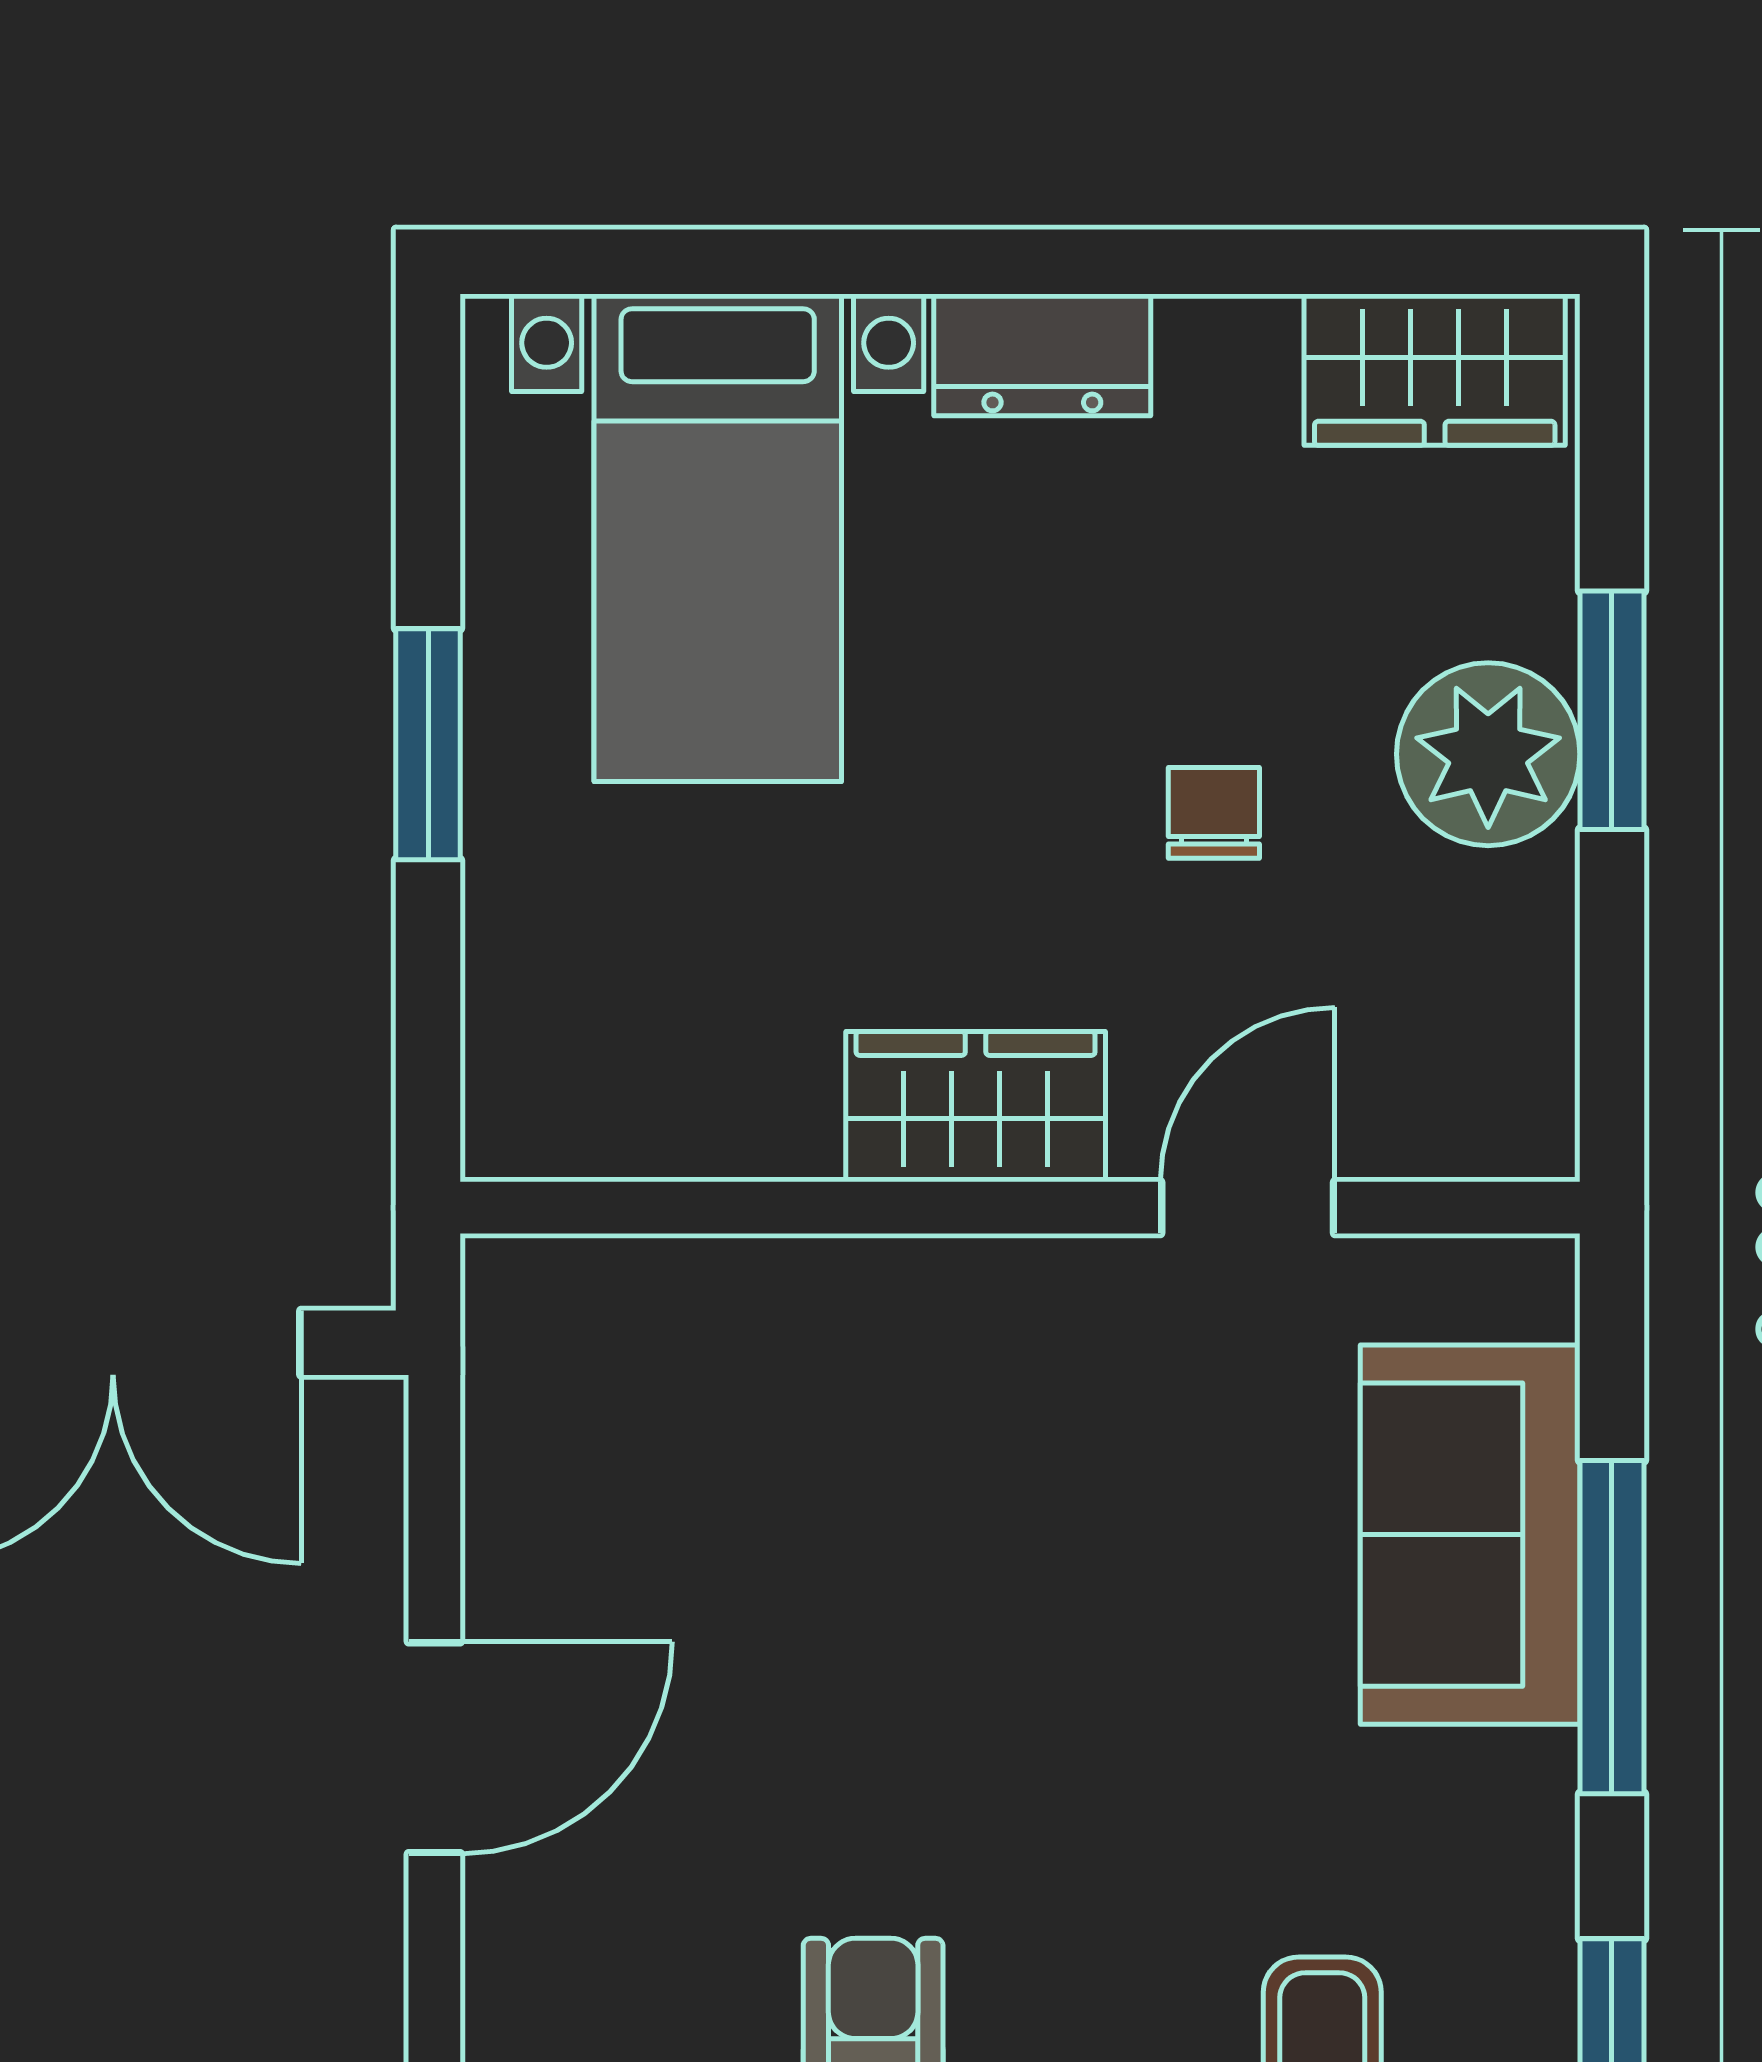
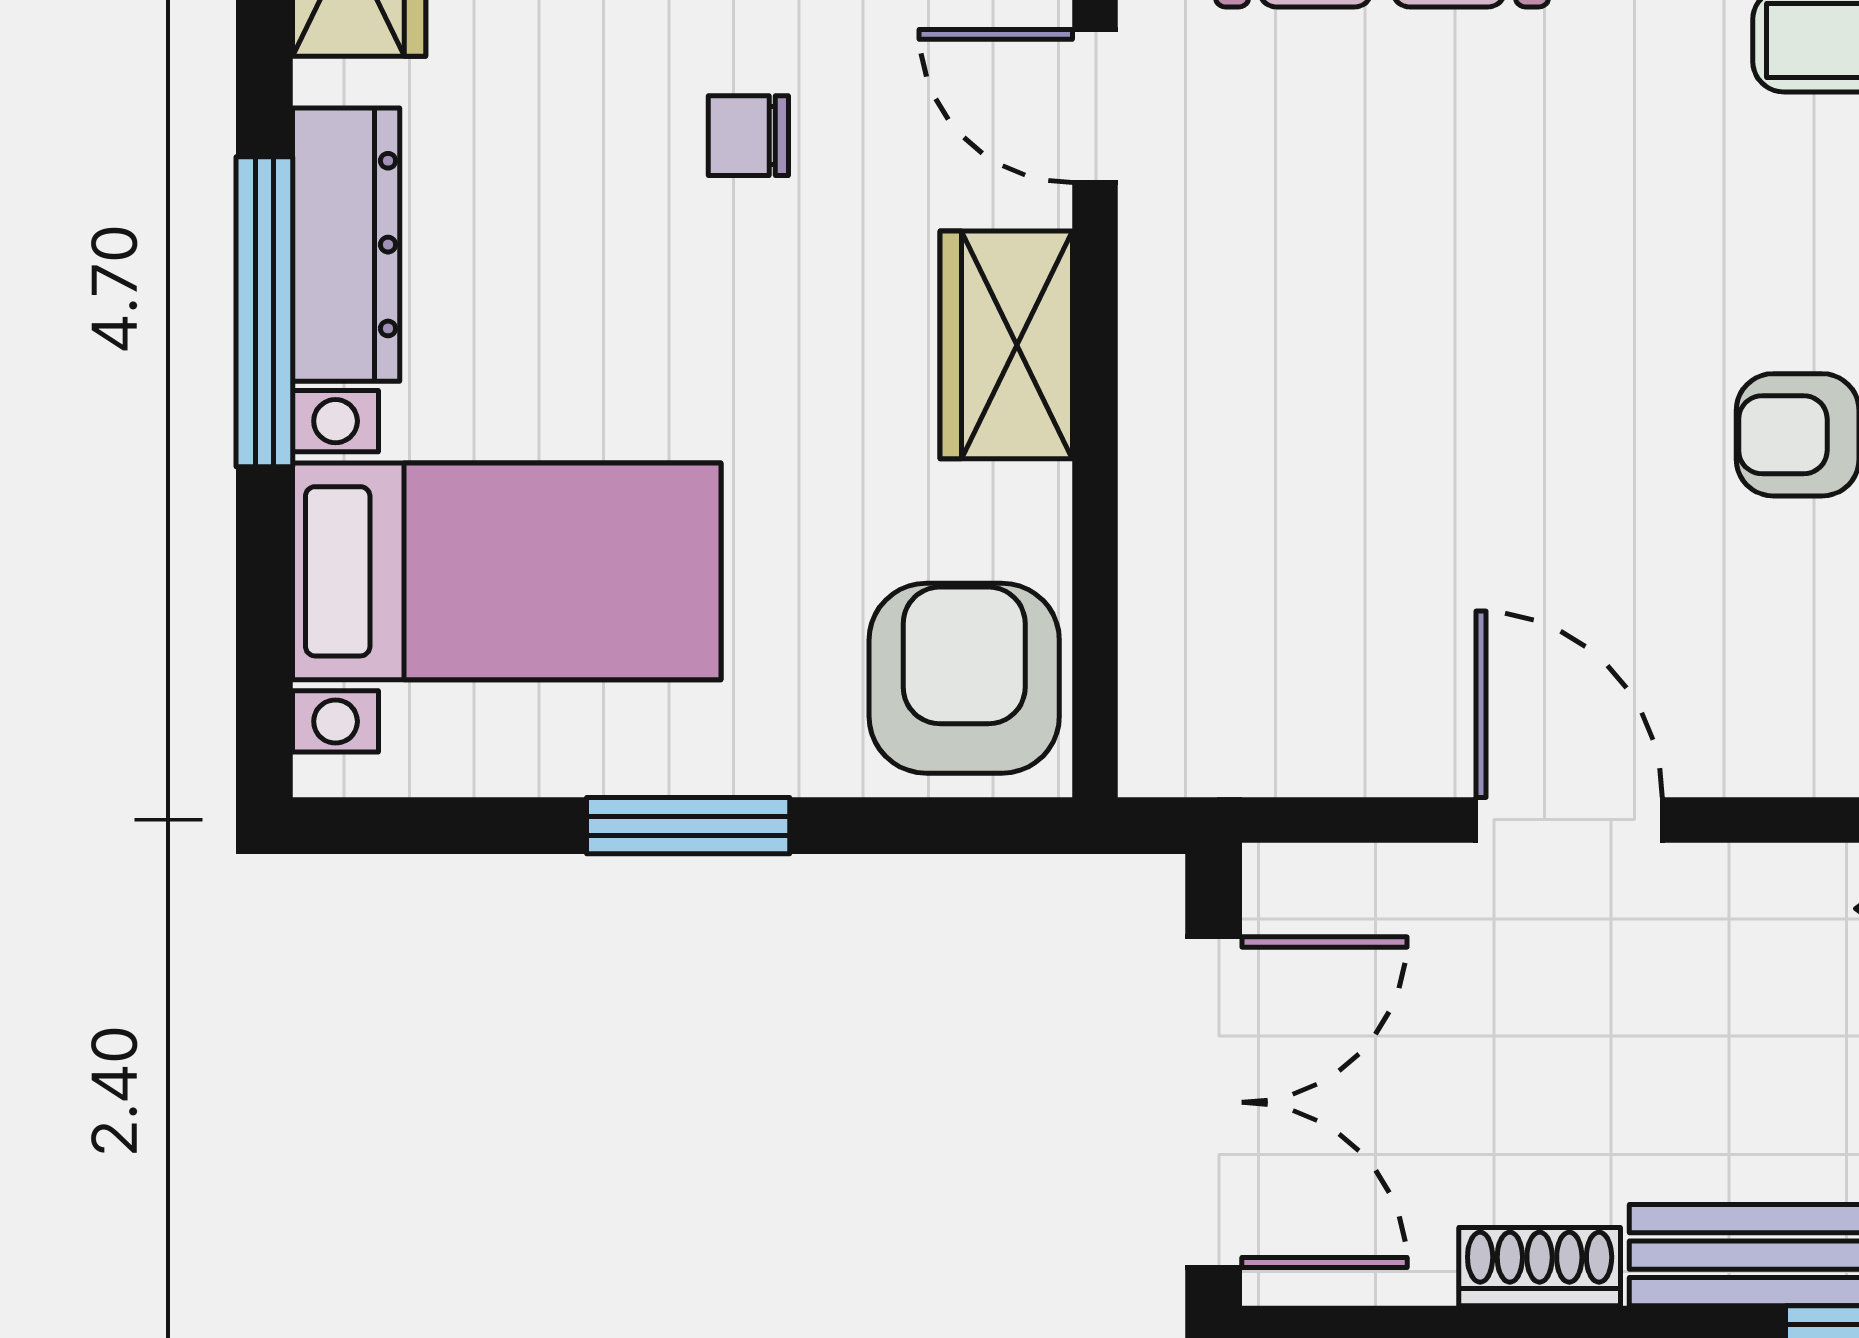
window: (1013, 262) -> (264, 312), added
dresser: (1042, 355) -> (346, 245), width x1.44
armchair: (596, 1059) -> (964, 678), added

